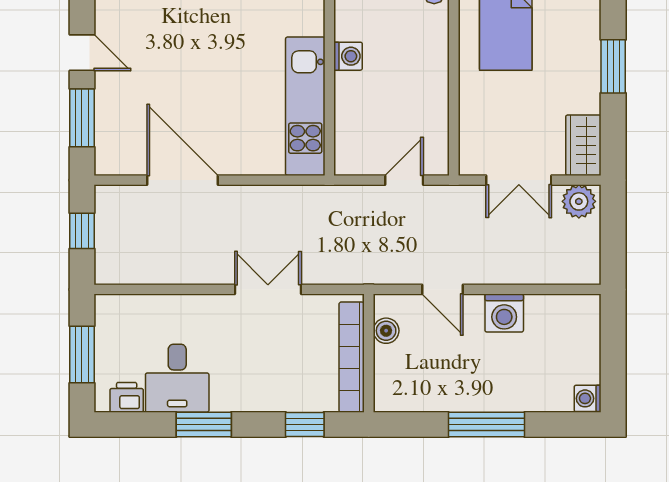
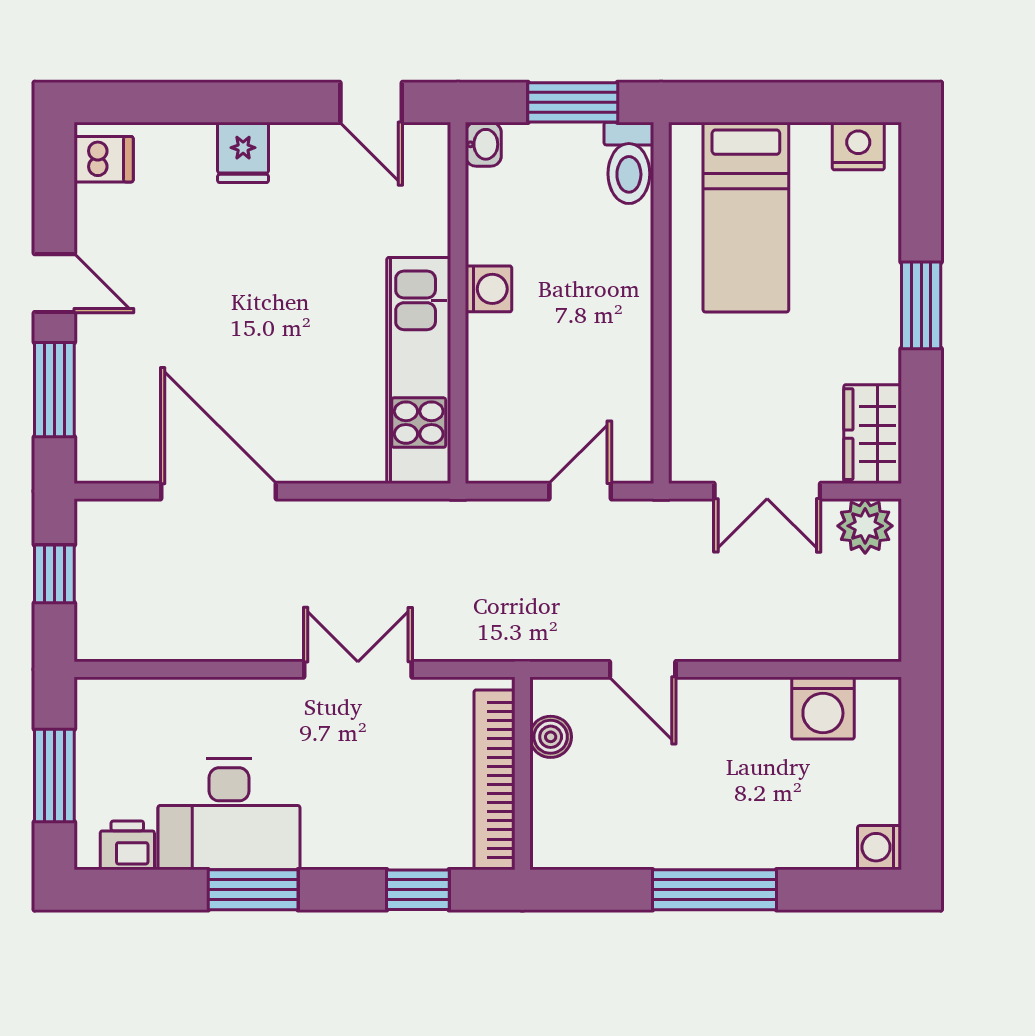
washing machine: (504, 313) -> (823, 708), moved
desk: (177, 378) -> (229, 814), width x1.37

